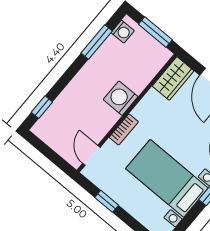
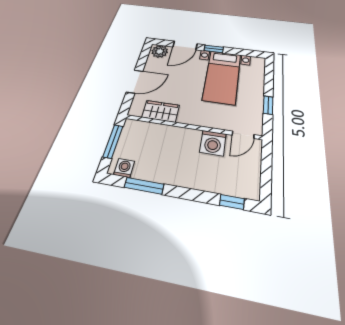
wardrobe: (173, 79) -> (161, 111), moved
washing machine: (121, 98) -> (213, 143), moved
bookcase: (124, 130) -> (207, 122), removed

